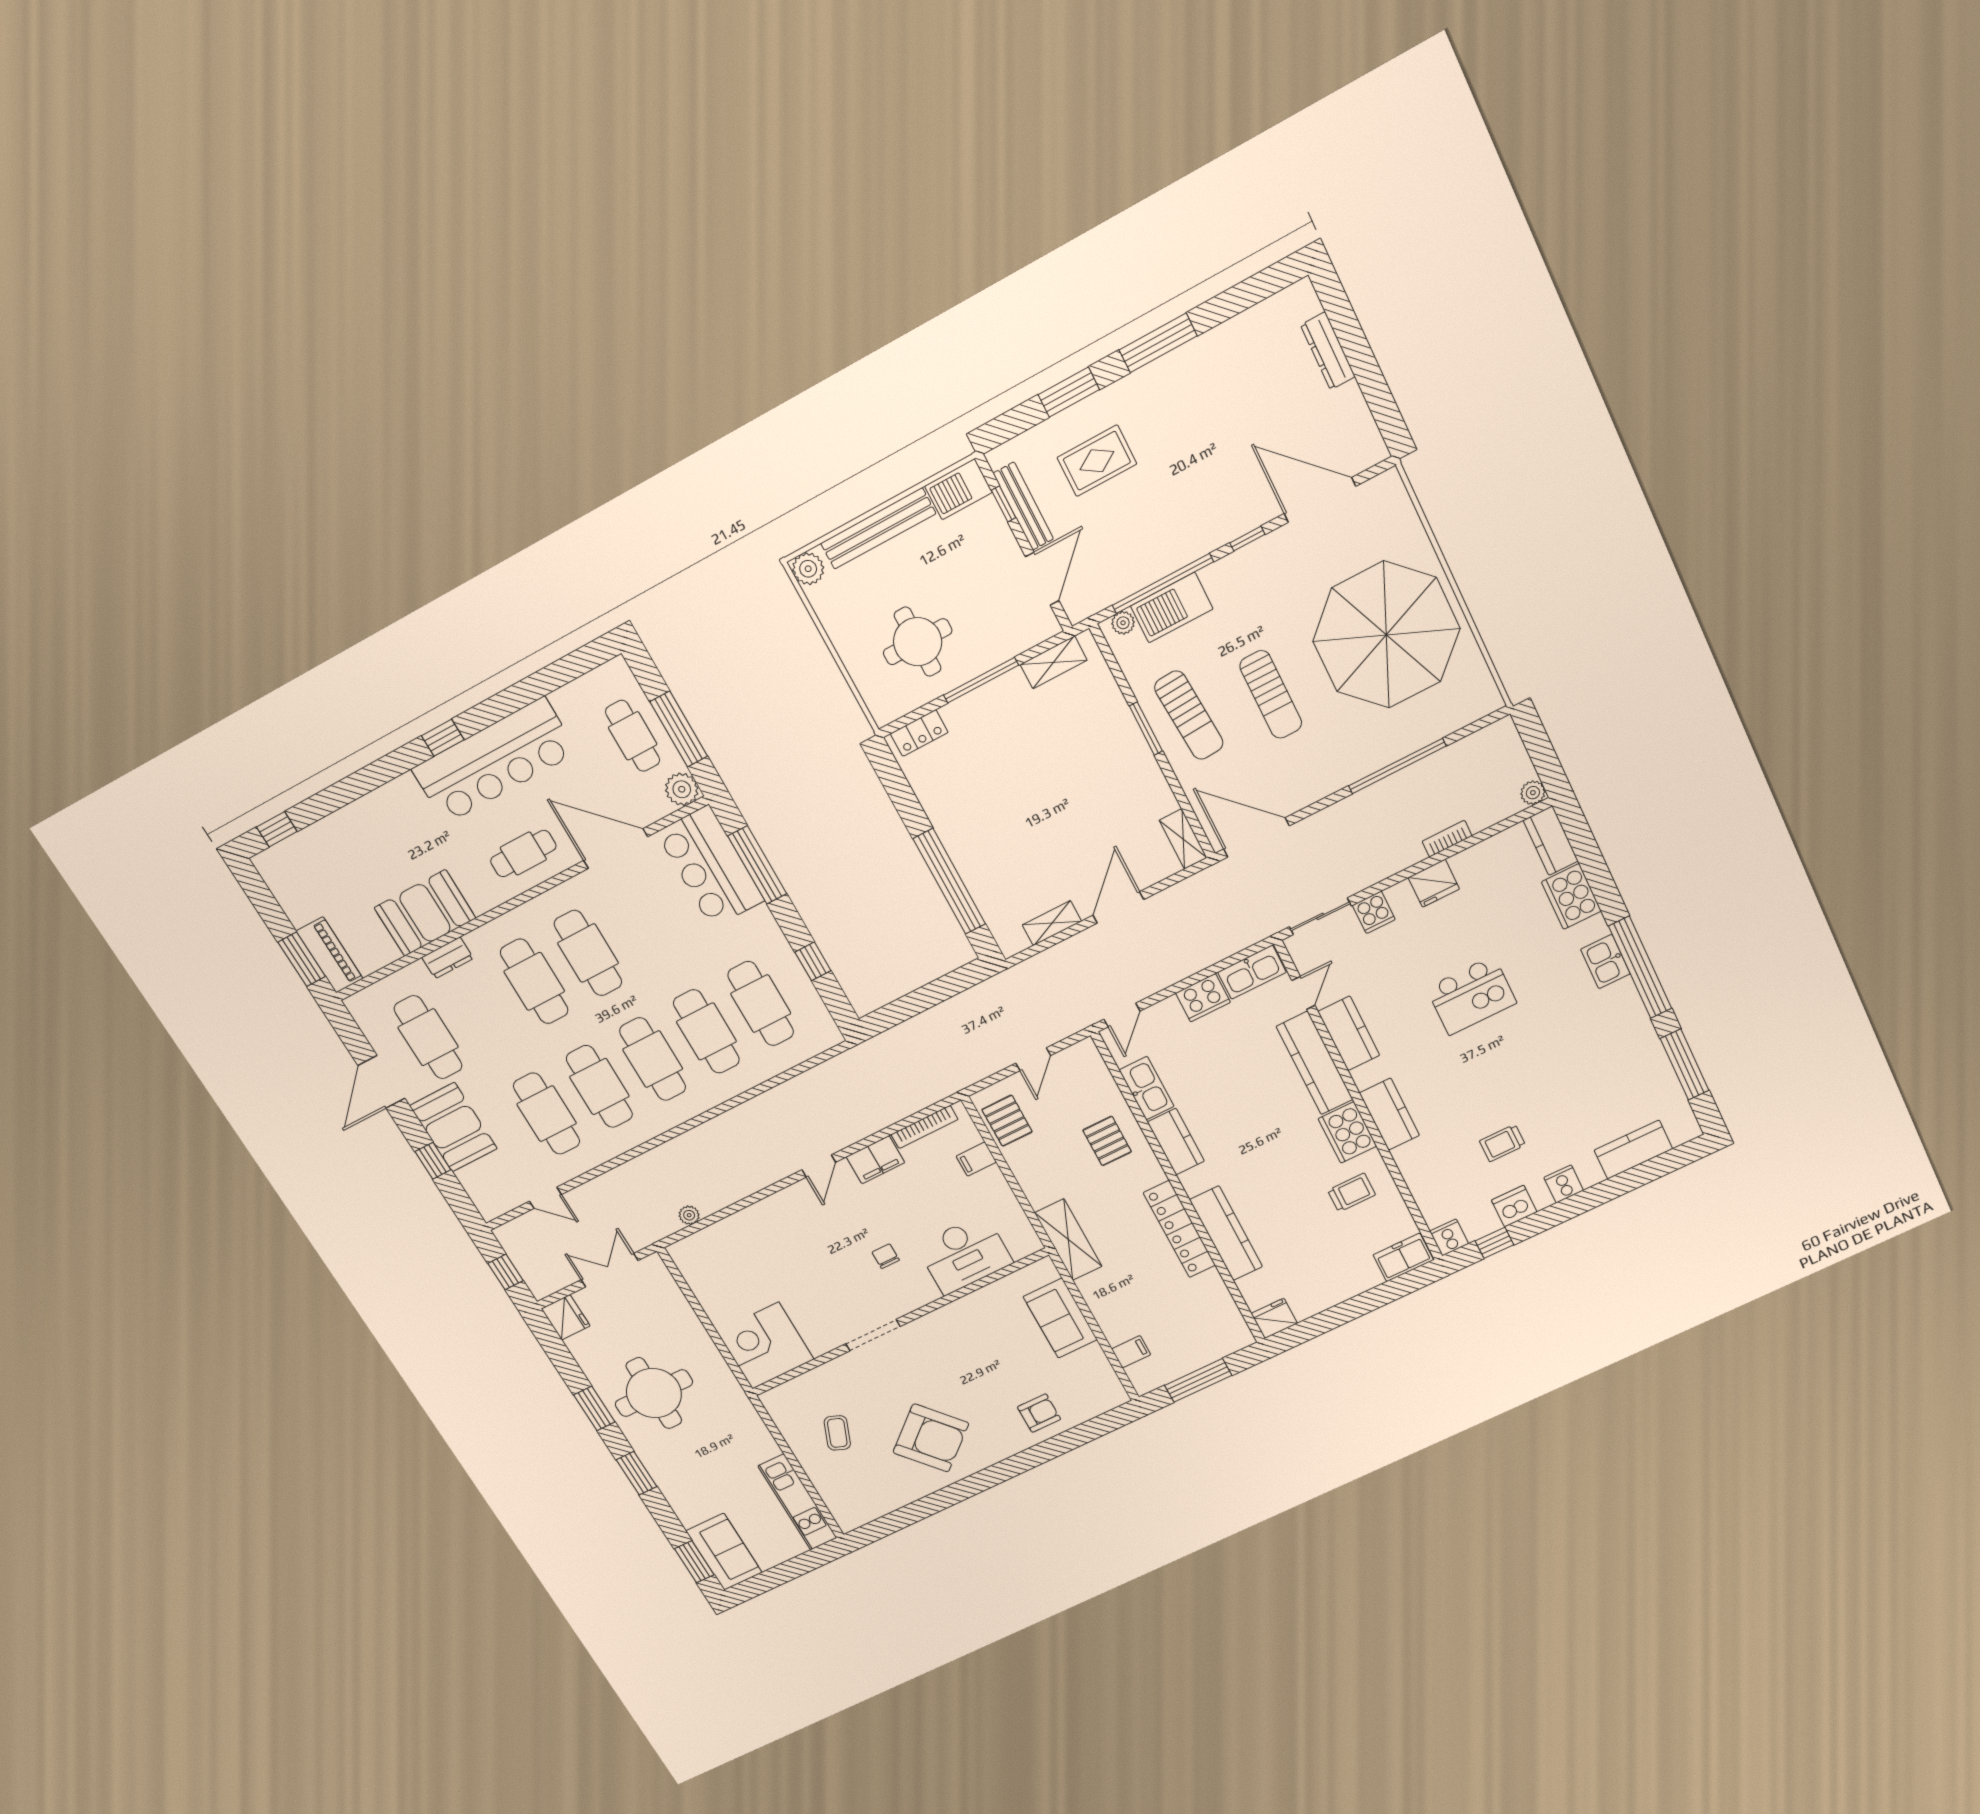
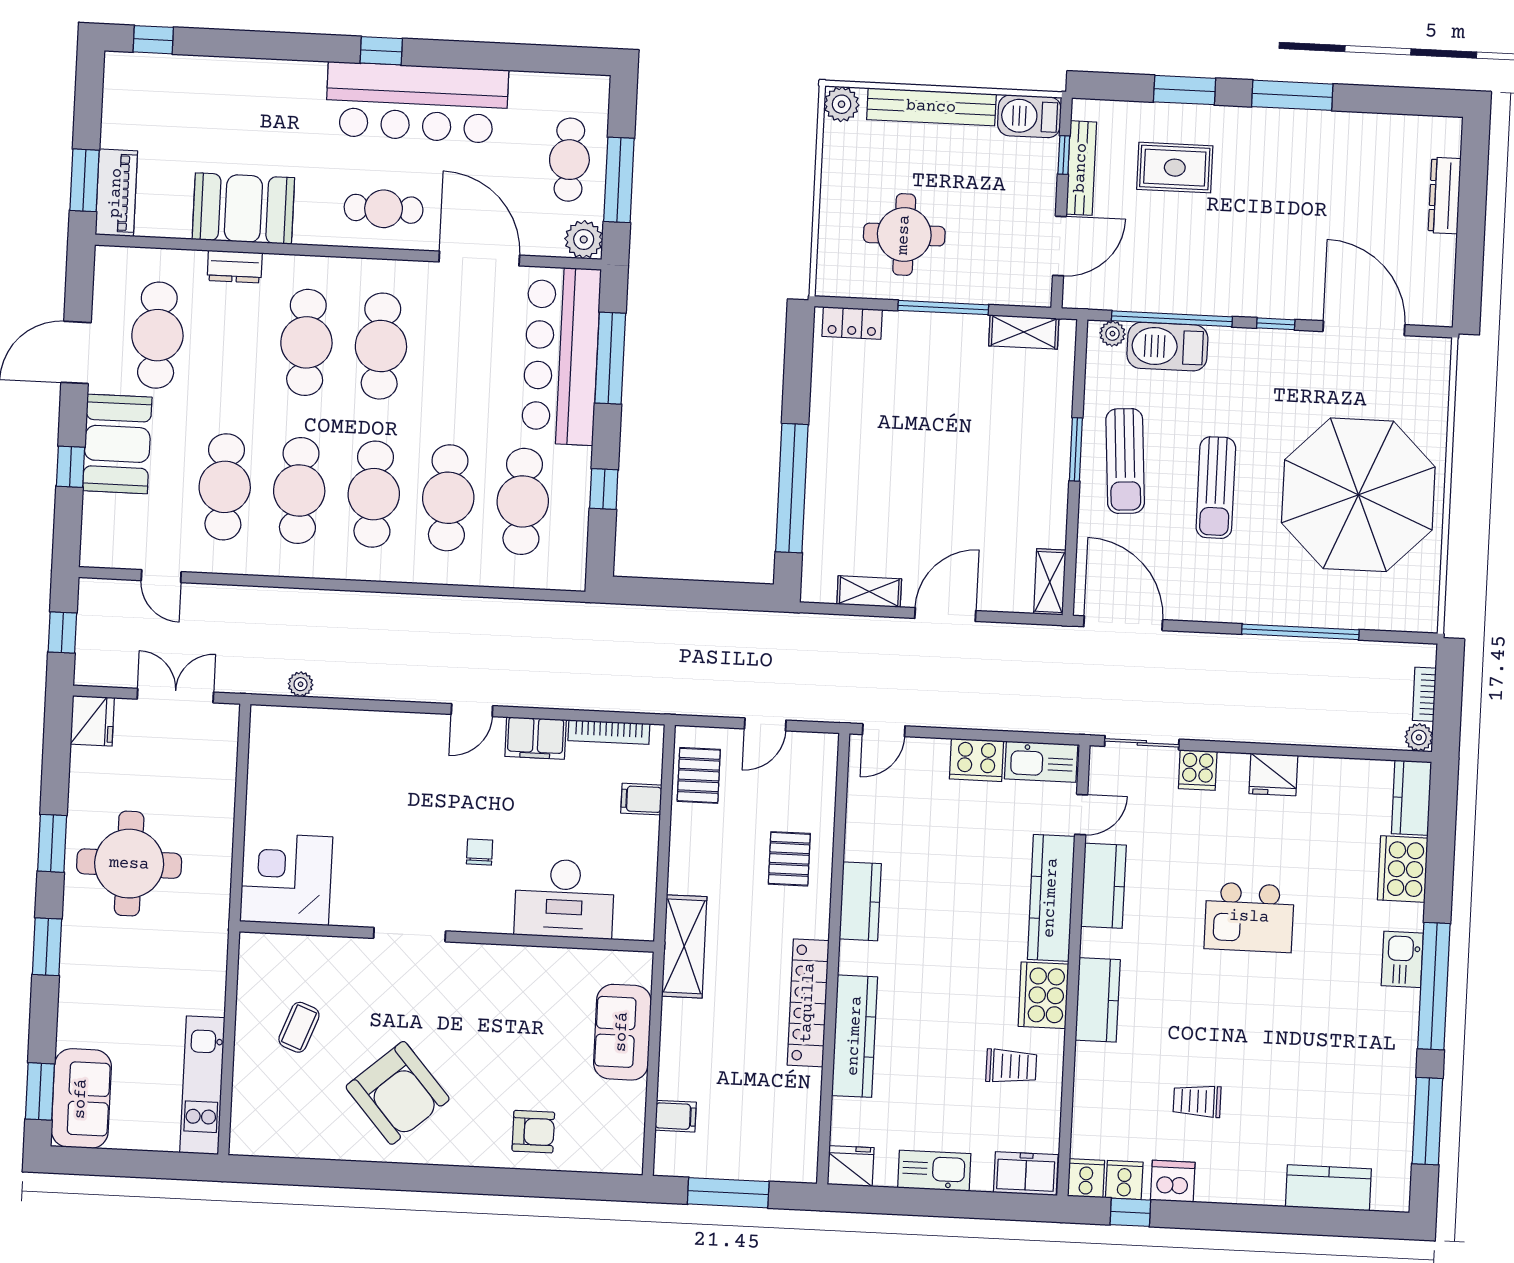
bookcase: (1447, 839) -> (1424, 694), moved, turned -90
bar counter: (710, 867) -> (561, 356), width x1.36
kitchen sink: (1147, 1088) -> (934, 1171), moved, turned -90
cooker: (1564, 1184) -> (1124, 1180), moved

